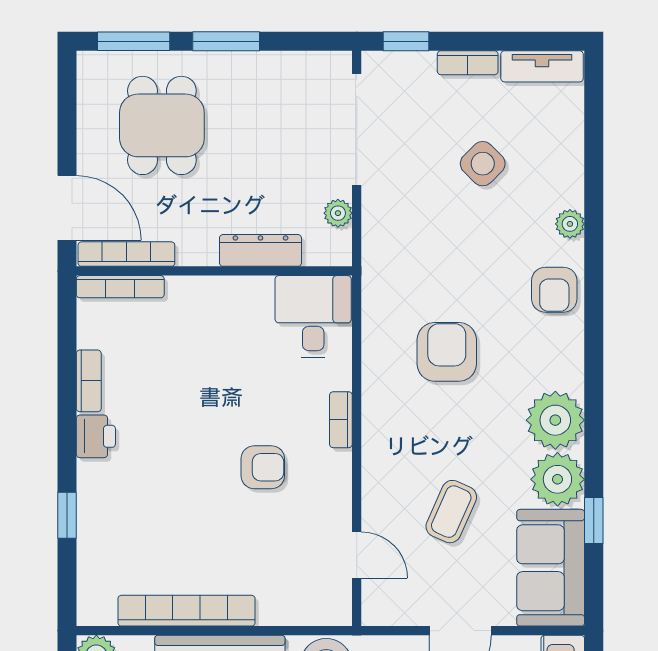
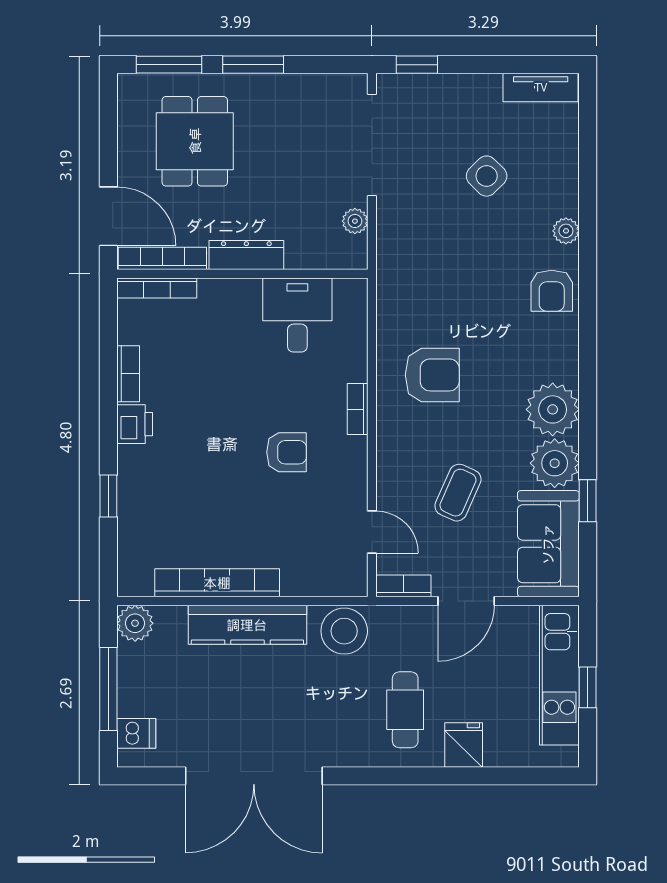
bookcase: (468, 63) -> (403, 586), moved, turned 180
dresser: (260, 250) -> (246, 255), moved
desk: (313, 316) -> (297, 315), moved
armchair: (447, 352) -> (432, 375), moved, turned 90

